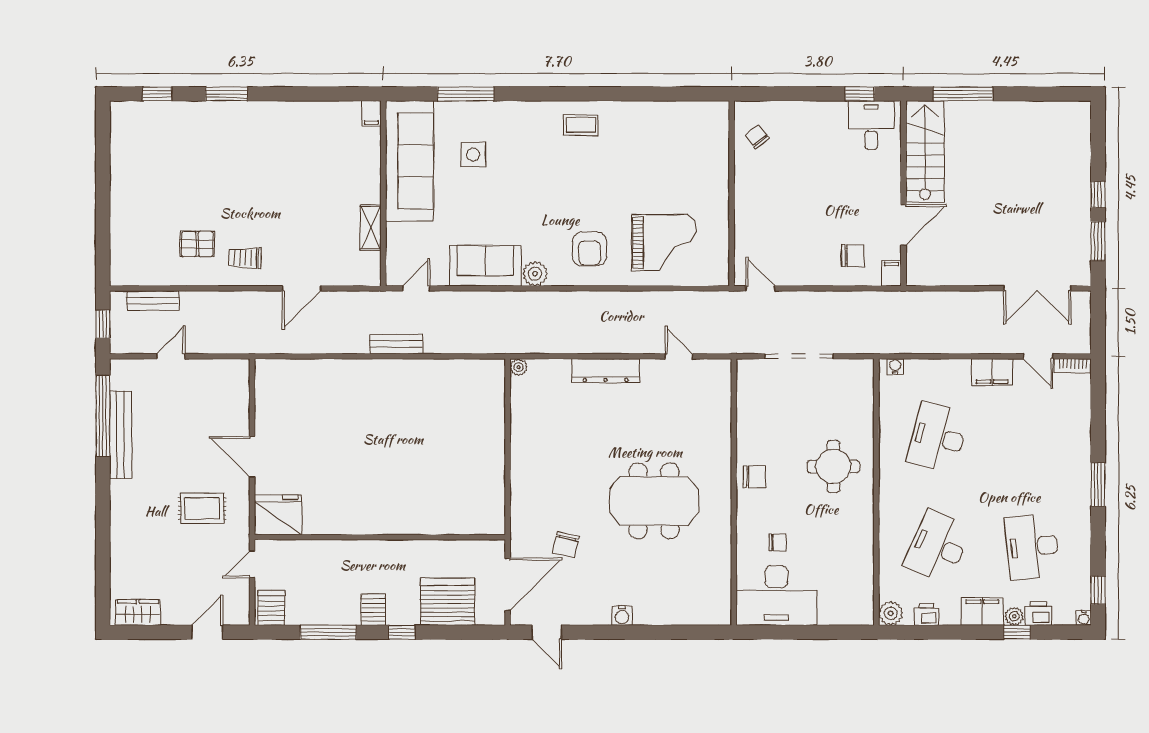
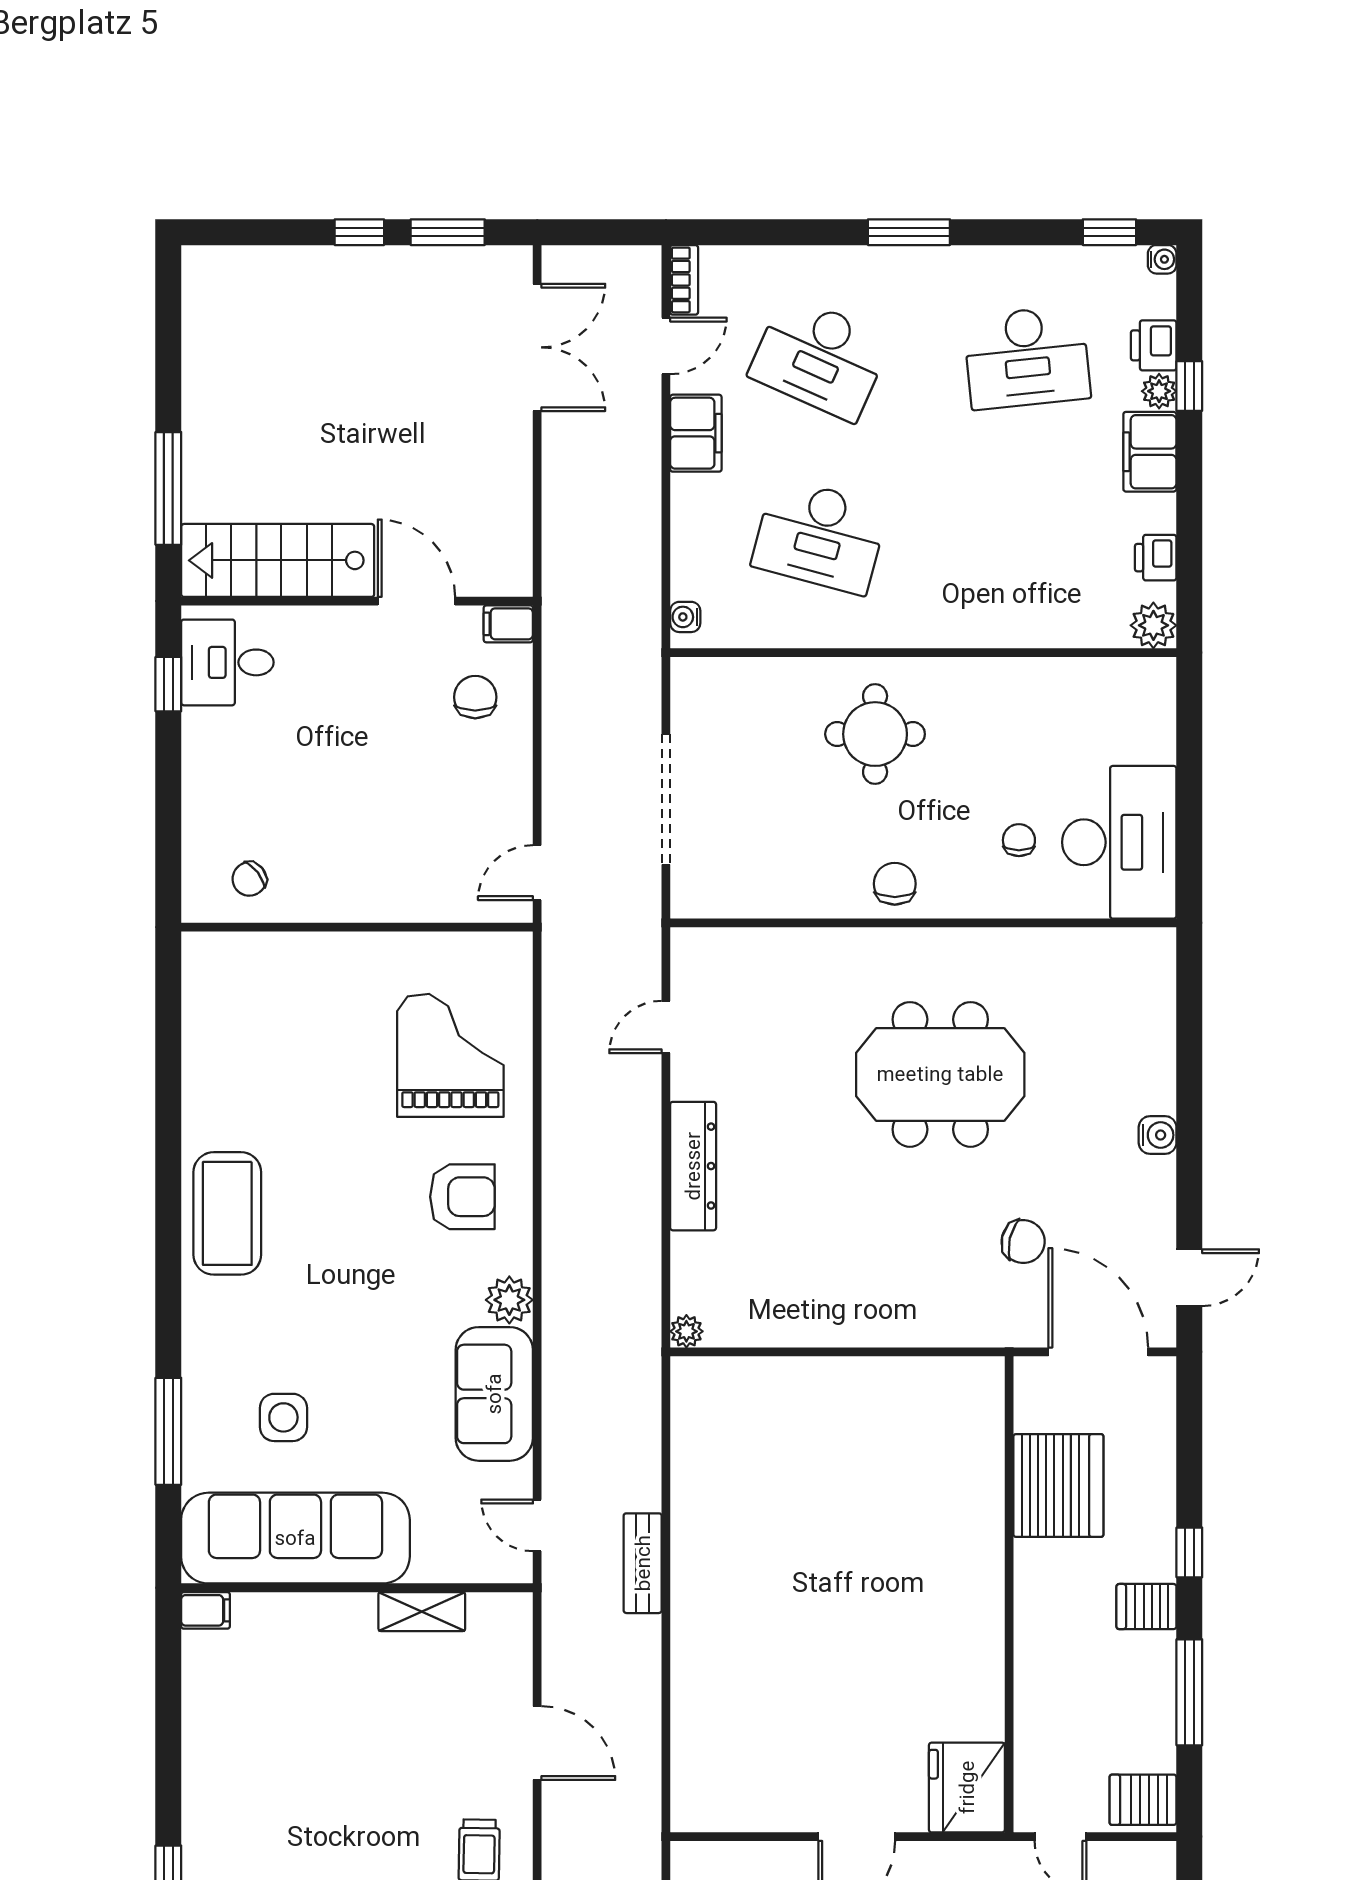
coffee table: (581, 125) -> (227, 1213), width x1.86, depth x1.72
meeting table: (654, 501) -> (940, 1074), turned 90
desk: (938, 547) -> (820, 357), moved
server rack: (448, 602) -> (1058, 1485), moved, turned 180

